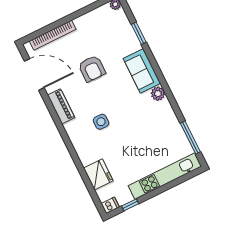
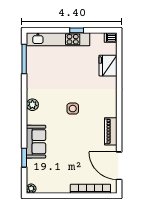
armchair: (92, 69) -> (73, 149), removed
sofa: (142, 71) -> (36, 142), moved
side table: (101, 122) -> (73, 109), moved
window: (130, 205) -> (77, 30), moved

